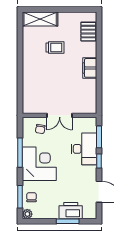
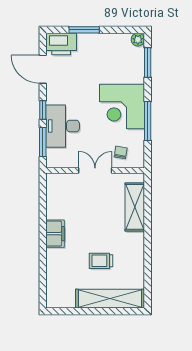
shelving: (40, 19) -> (110, 299), width x1.47
pallet: (88, 32) -> (57, 282), removed
shelving: (30, 88) -> (135, 207), added
chair: (32, 197) -> (132, 62), removed
printer: (71, 211) -> (61, 44), moved

